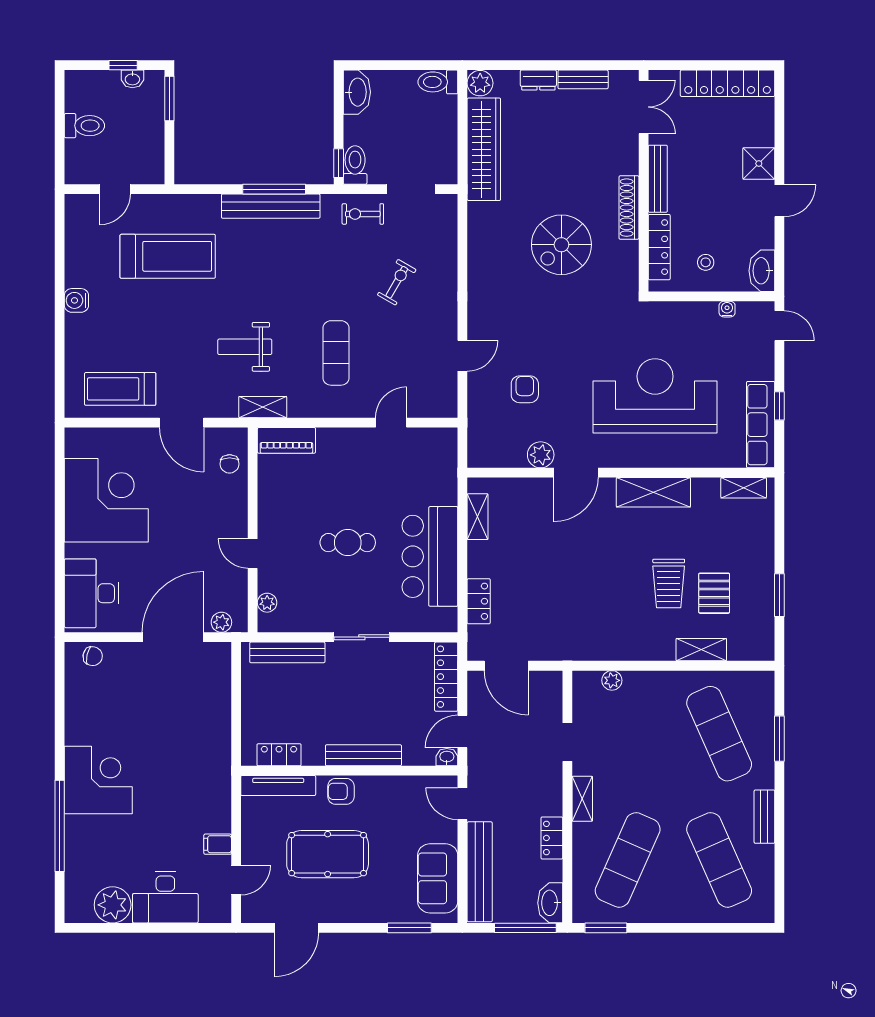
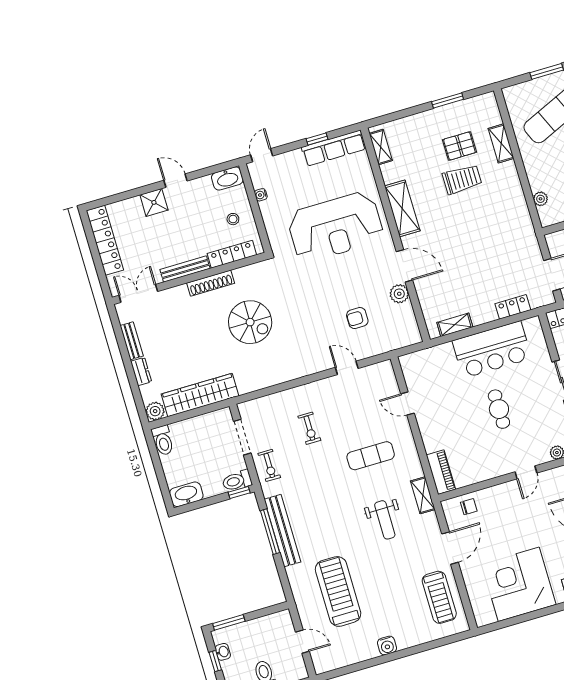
exercise bike: (397, 282) -> (309, 428), turned -120
reception desk: (655, 396) -> (335, 227), turned -90

